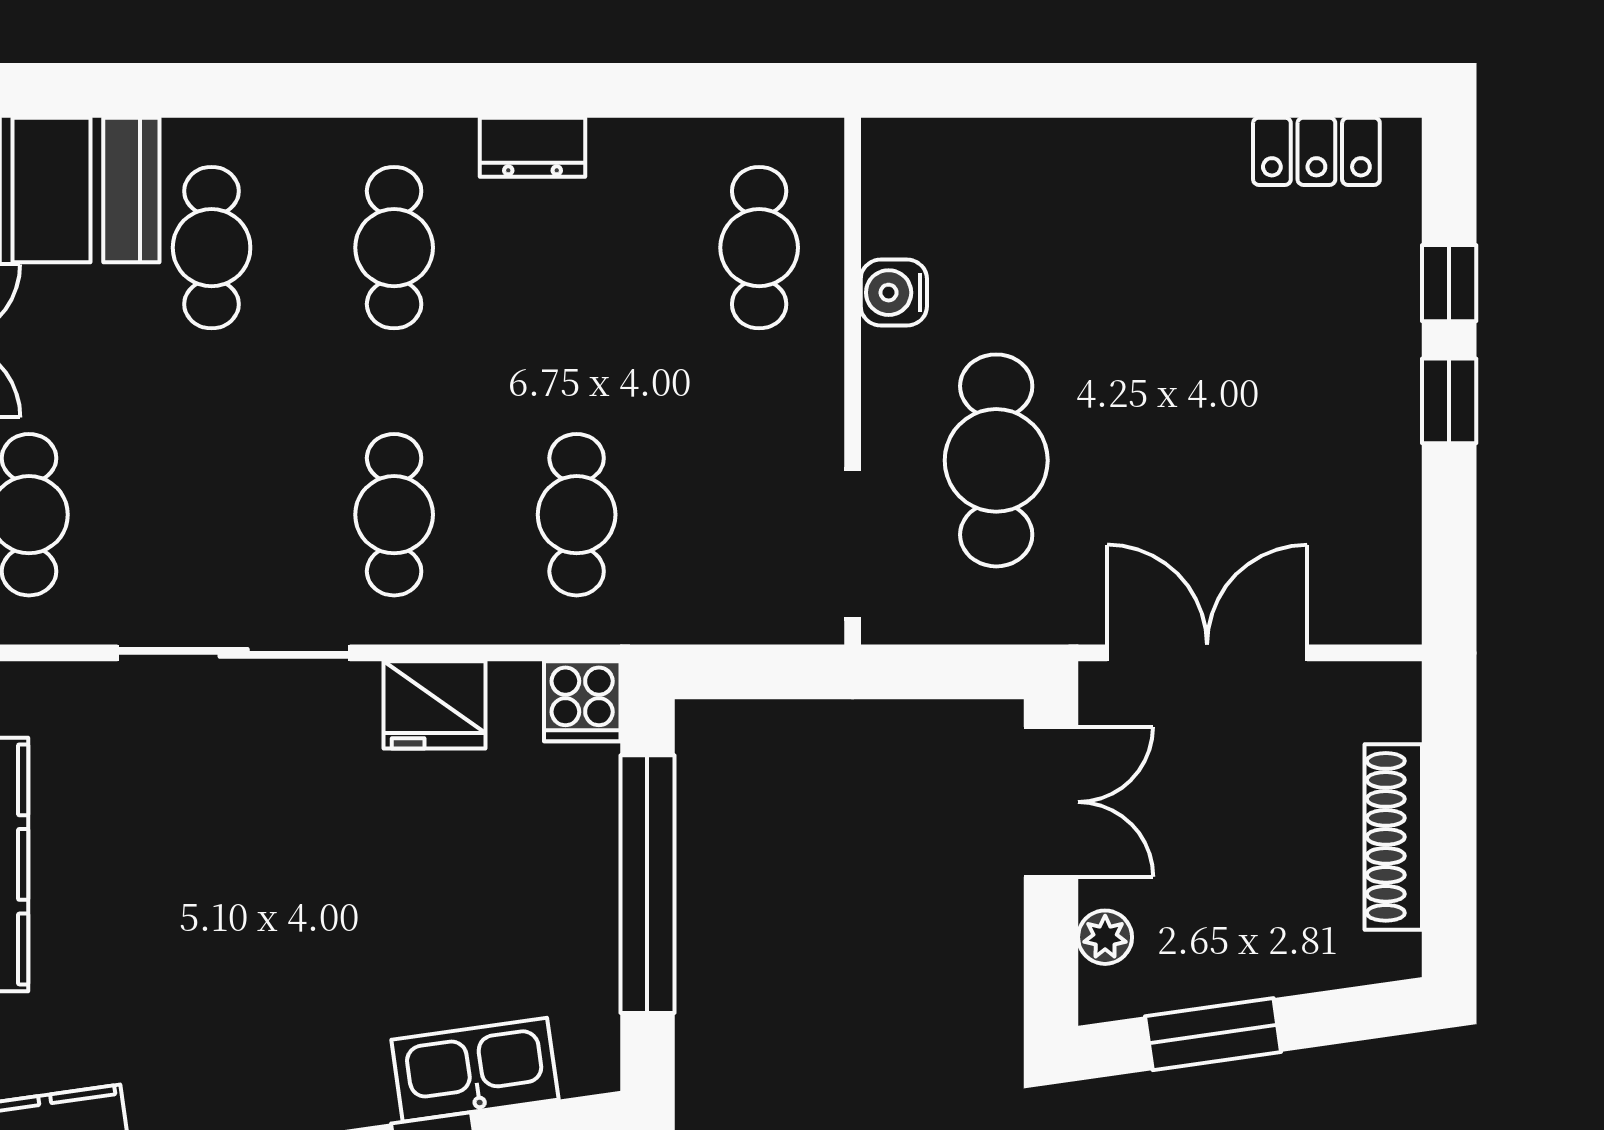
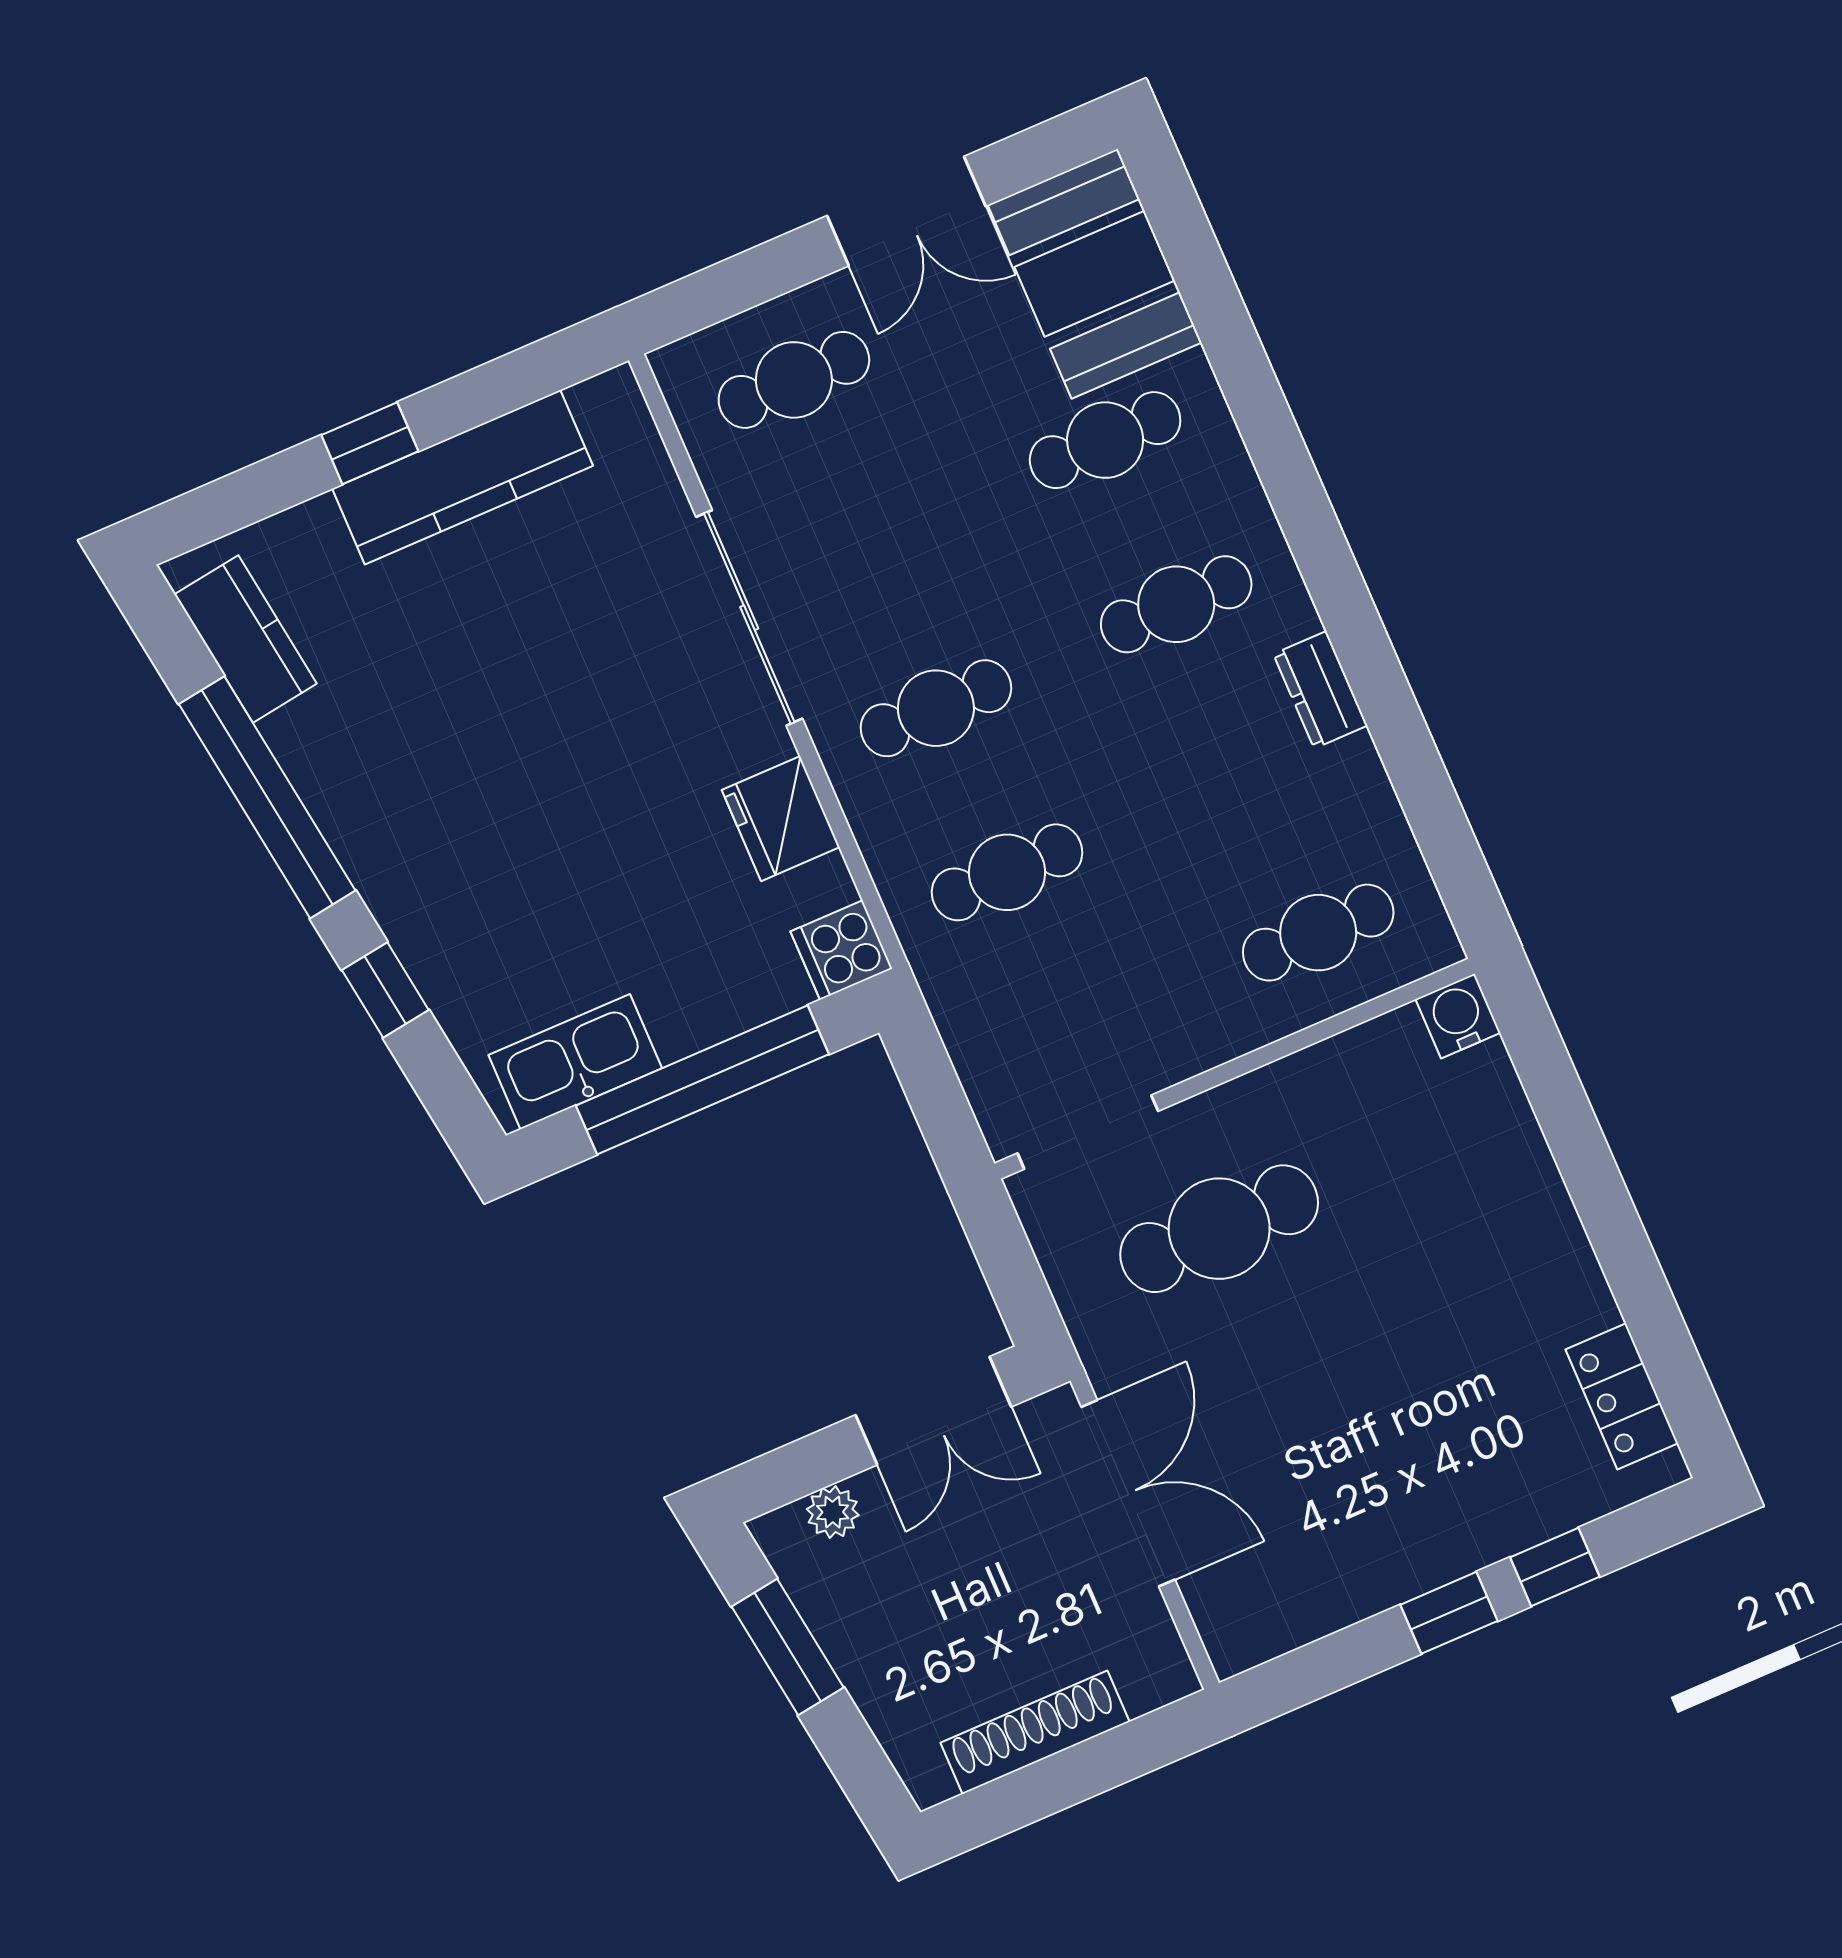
water cooler: (894, 293) -> (1458, 1016), moved
kitchen sink: (475, 1070) -> (575, 1062), moved, turned -82

